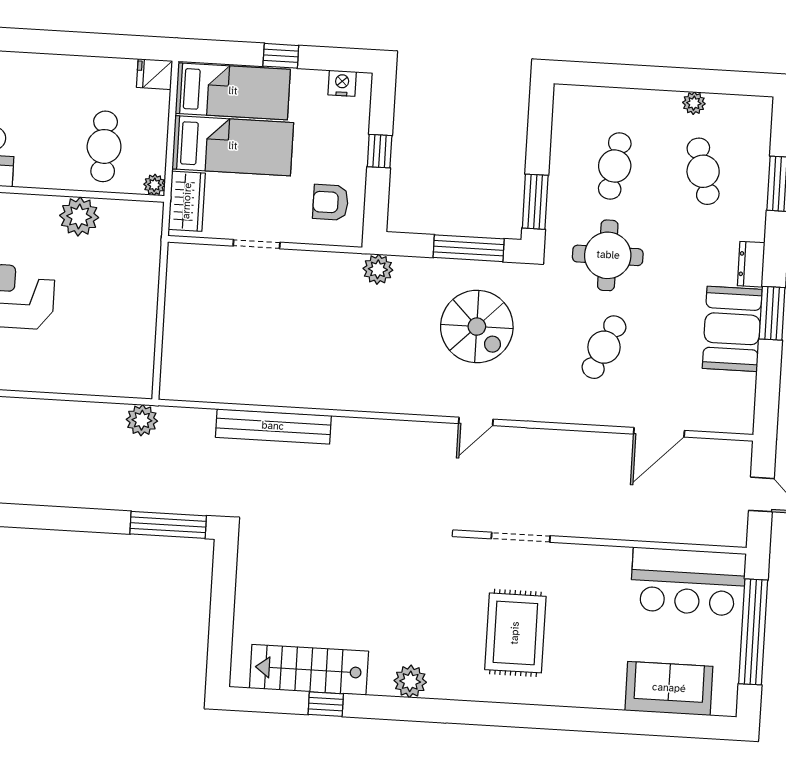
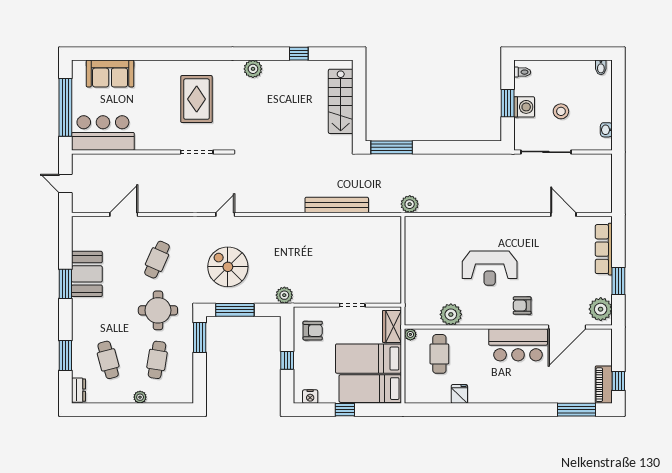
fridge: (155, 74) -> (459, 394), moved, turned -90
plant: (694, 103) -> (140, 397), moved
dresser: (751, 264) -> (79, 390), moved
stairs: (309, 670) -> (341, 101), moved, turned 90

